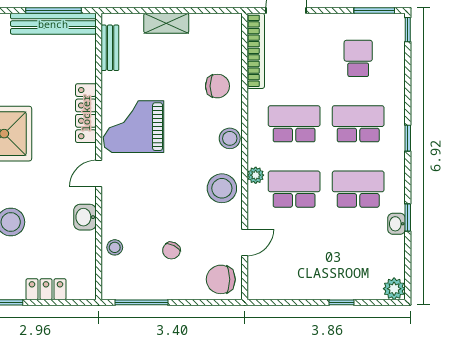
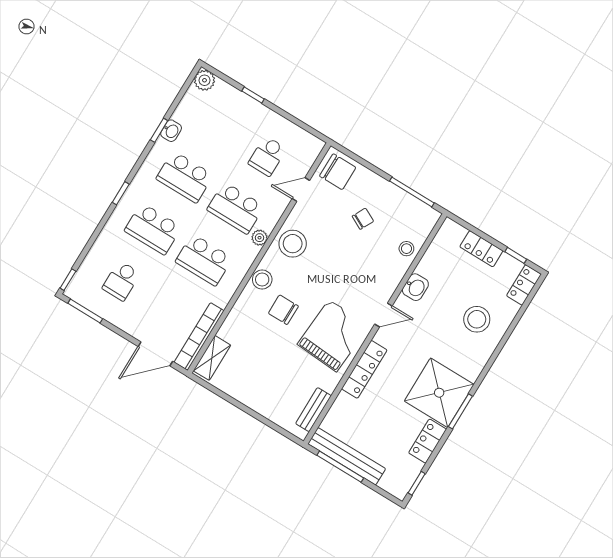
shelving: (166, 23) -> (212, 358), moved, turned 90
chair: (217, 86) -> (283, 310), moved
grand piano: (134, 127) -> (333, 335), turned -86
school desk: (294, 254) -> (267, 156), added

